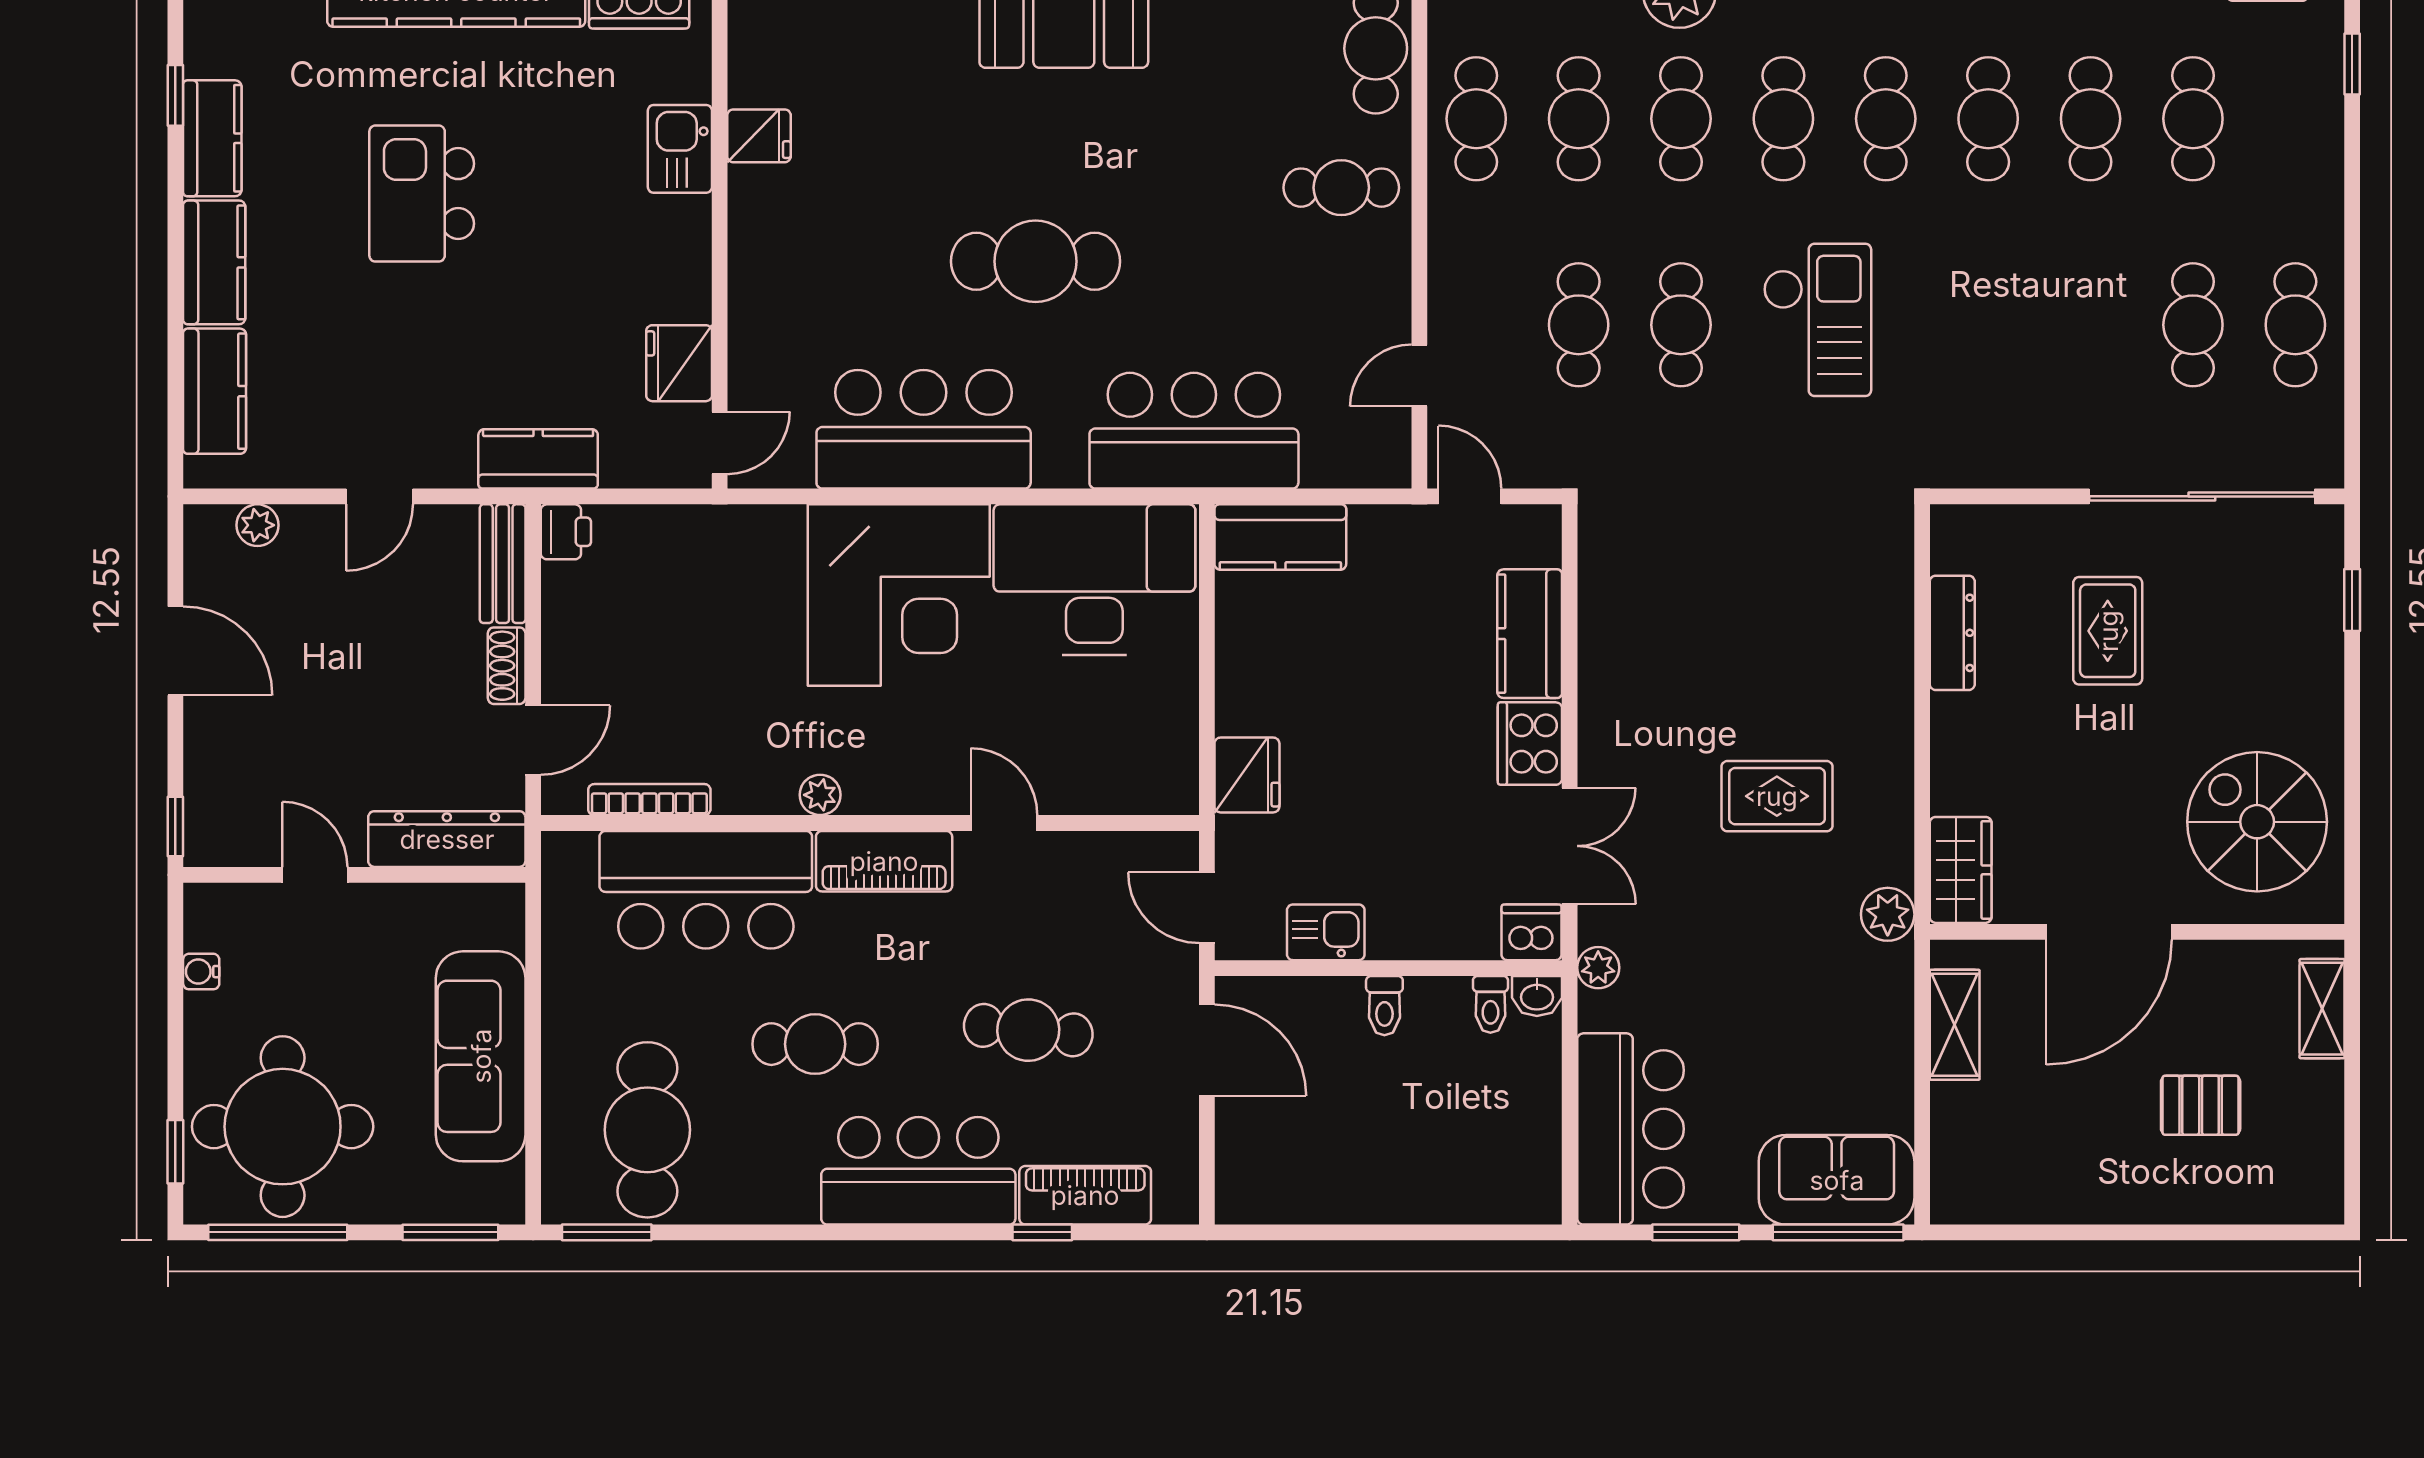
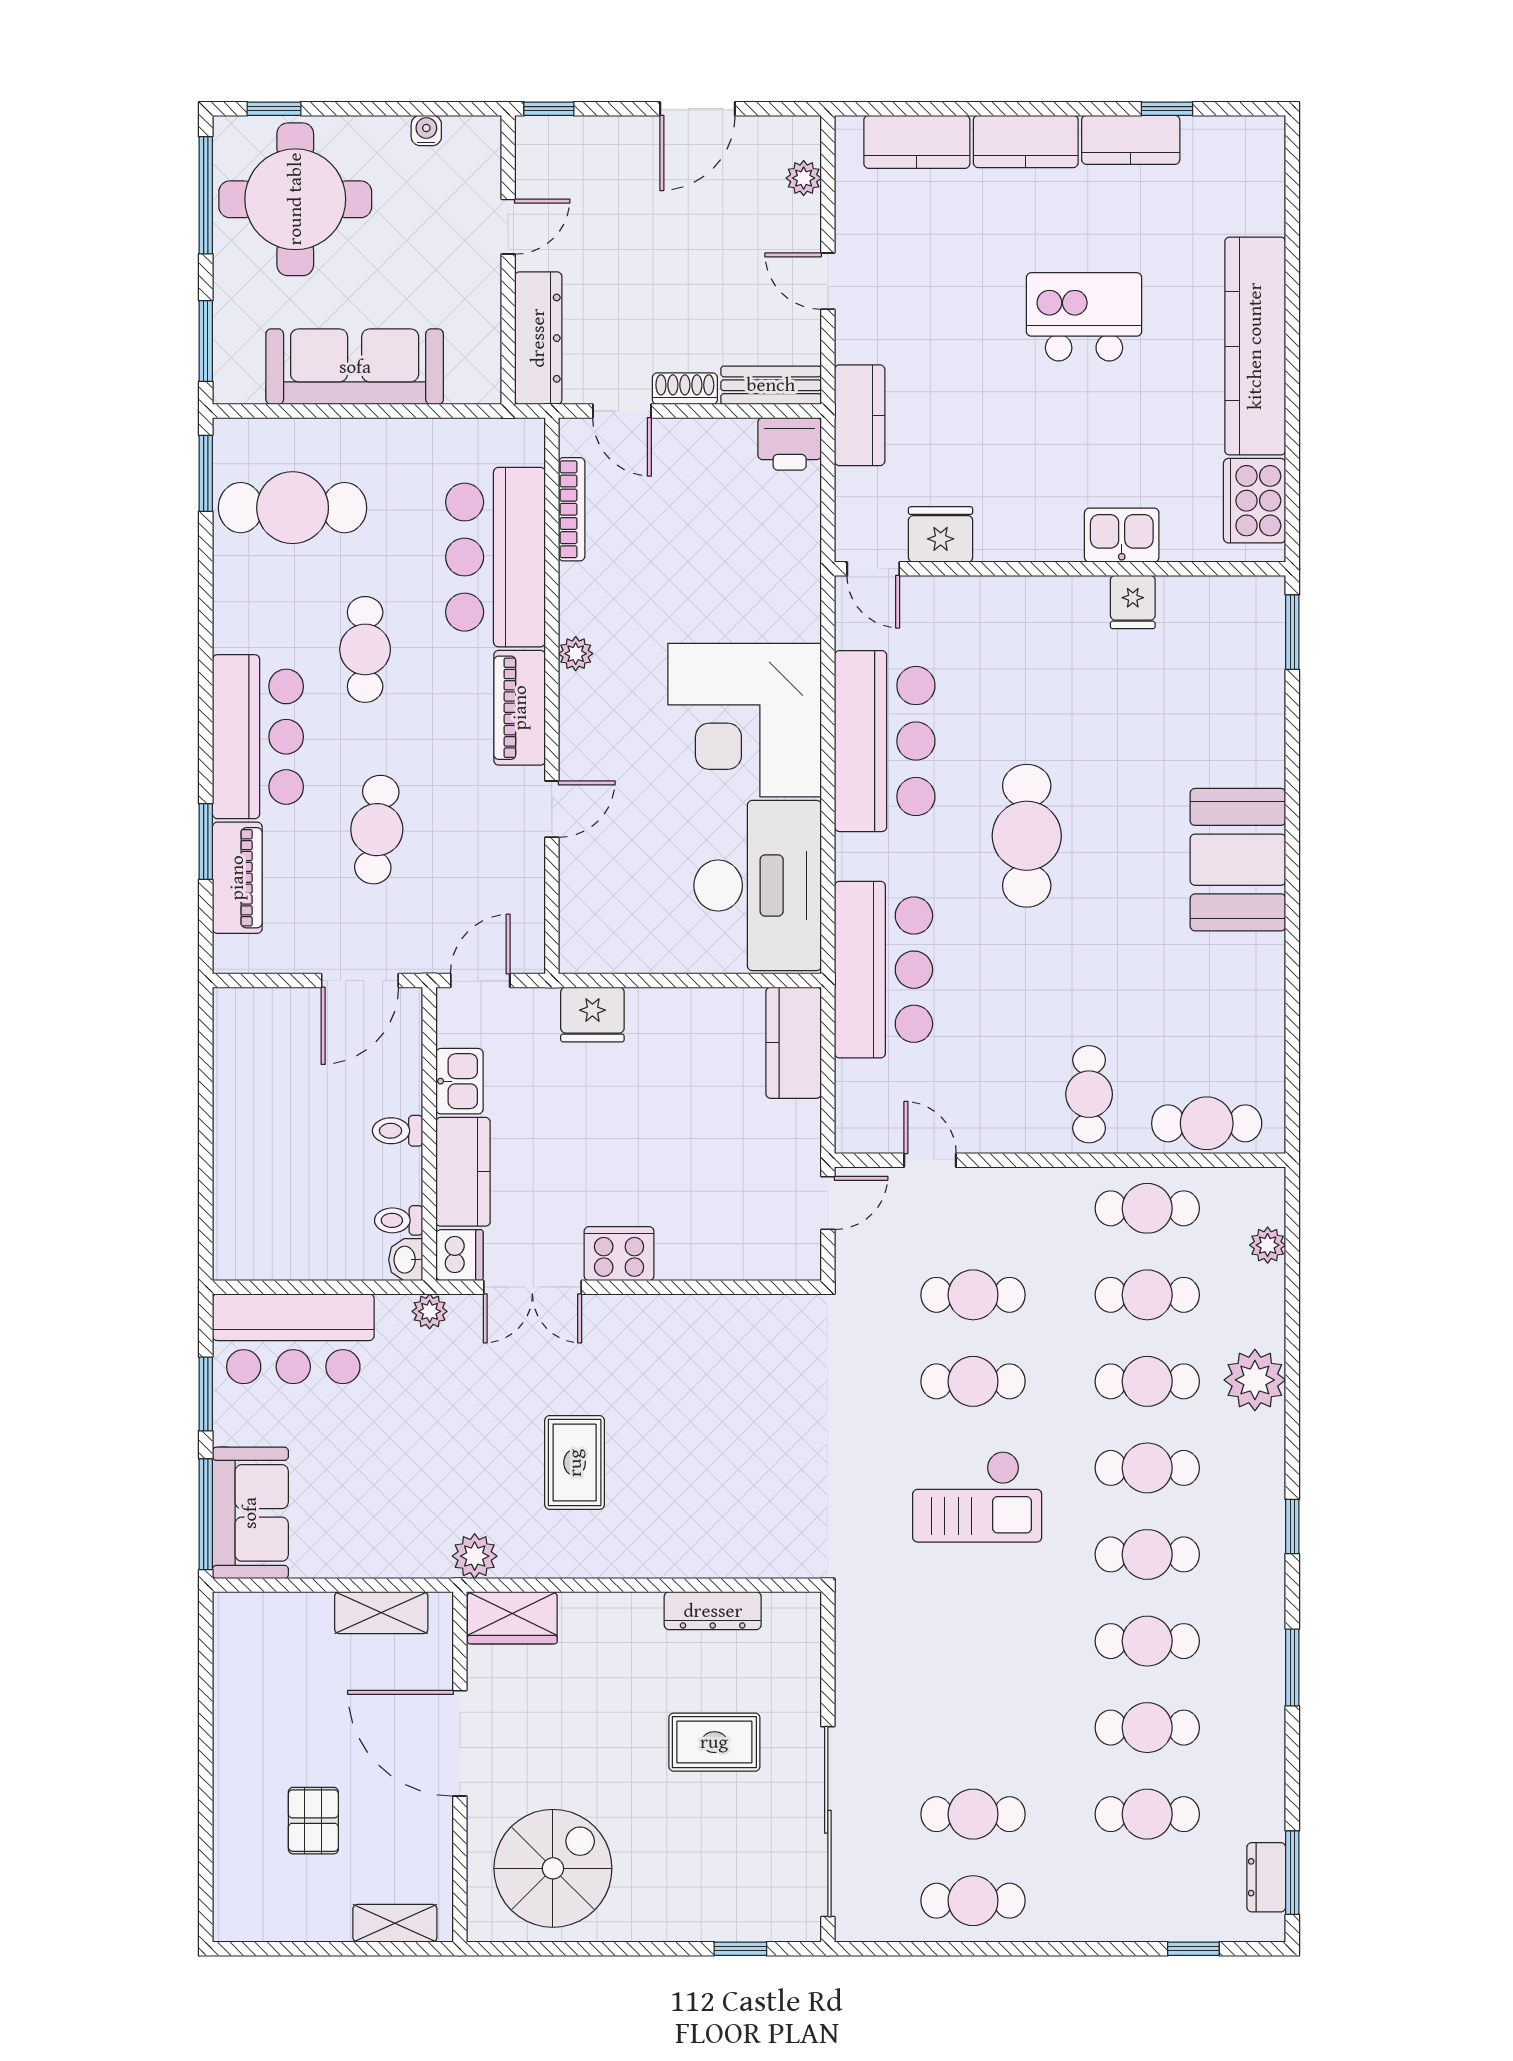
printer: (566, 532) -> (790, 444), width x1.36, depth x1.24
kitchen counter: (1530, 634) -> (463, 1172), moved, turned 90
window: (1042, 1232) -> (206, 842), width x1.50

